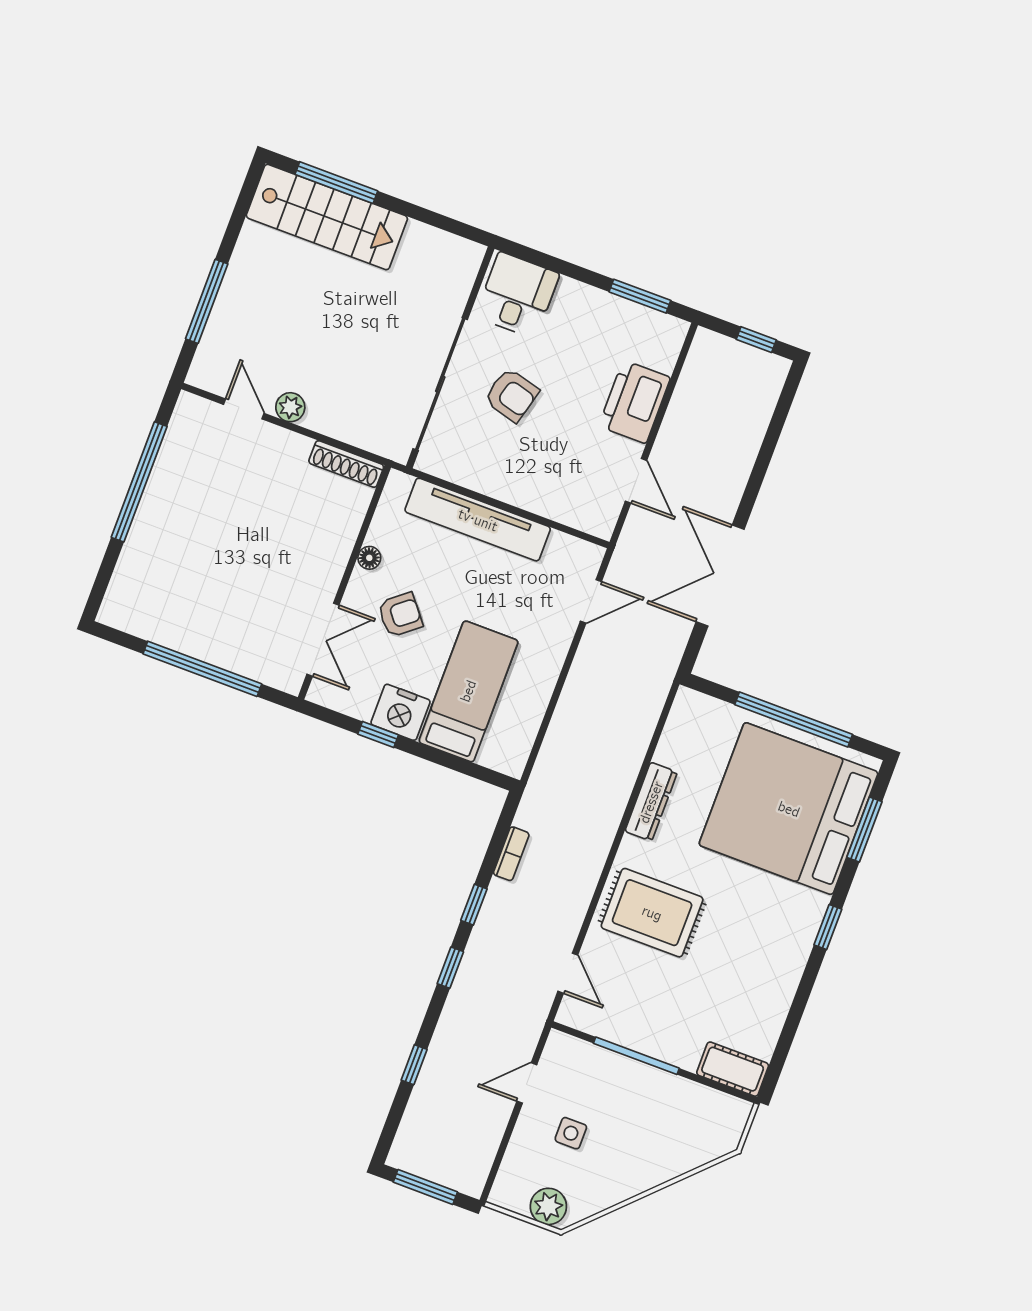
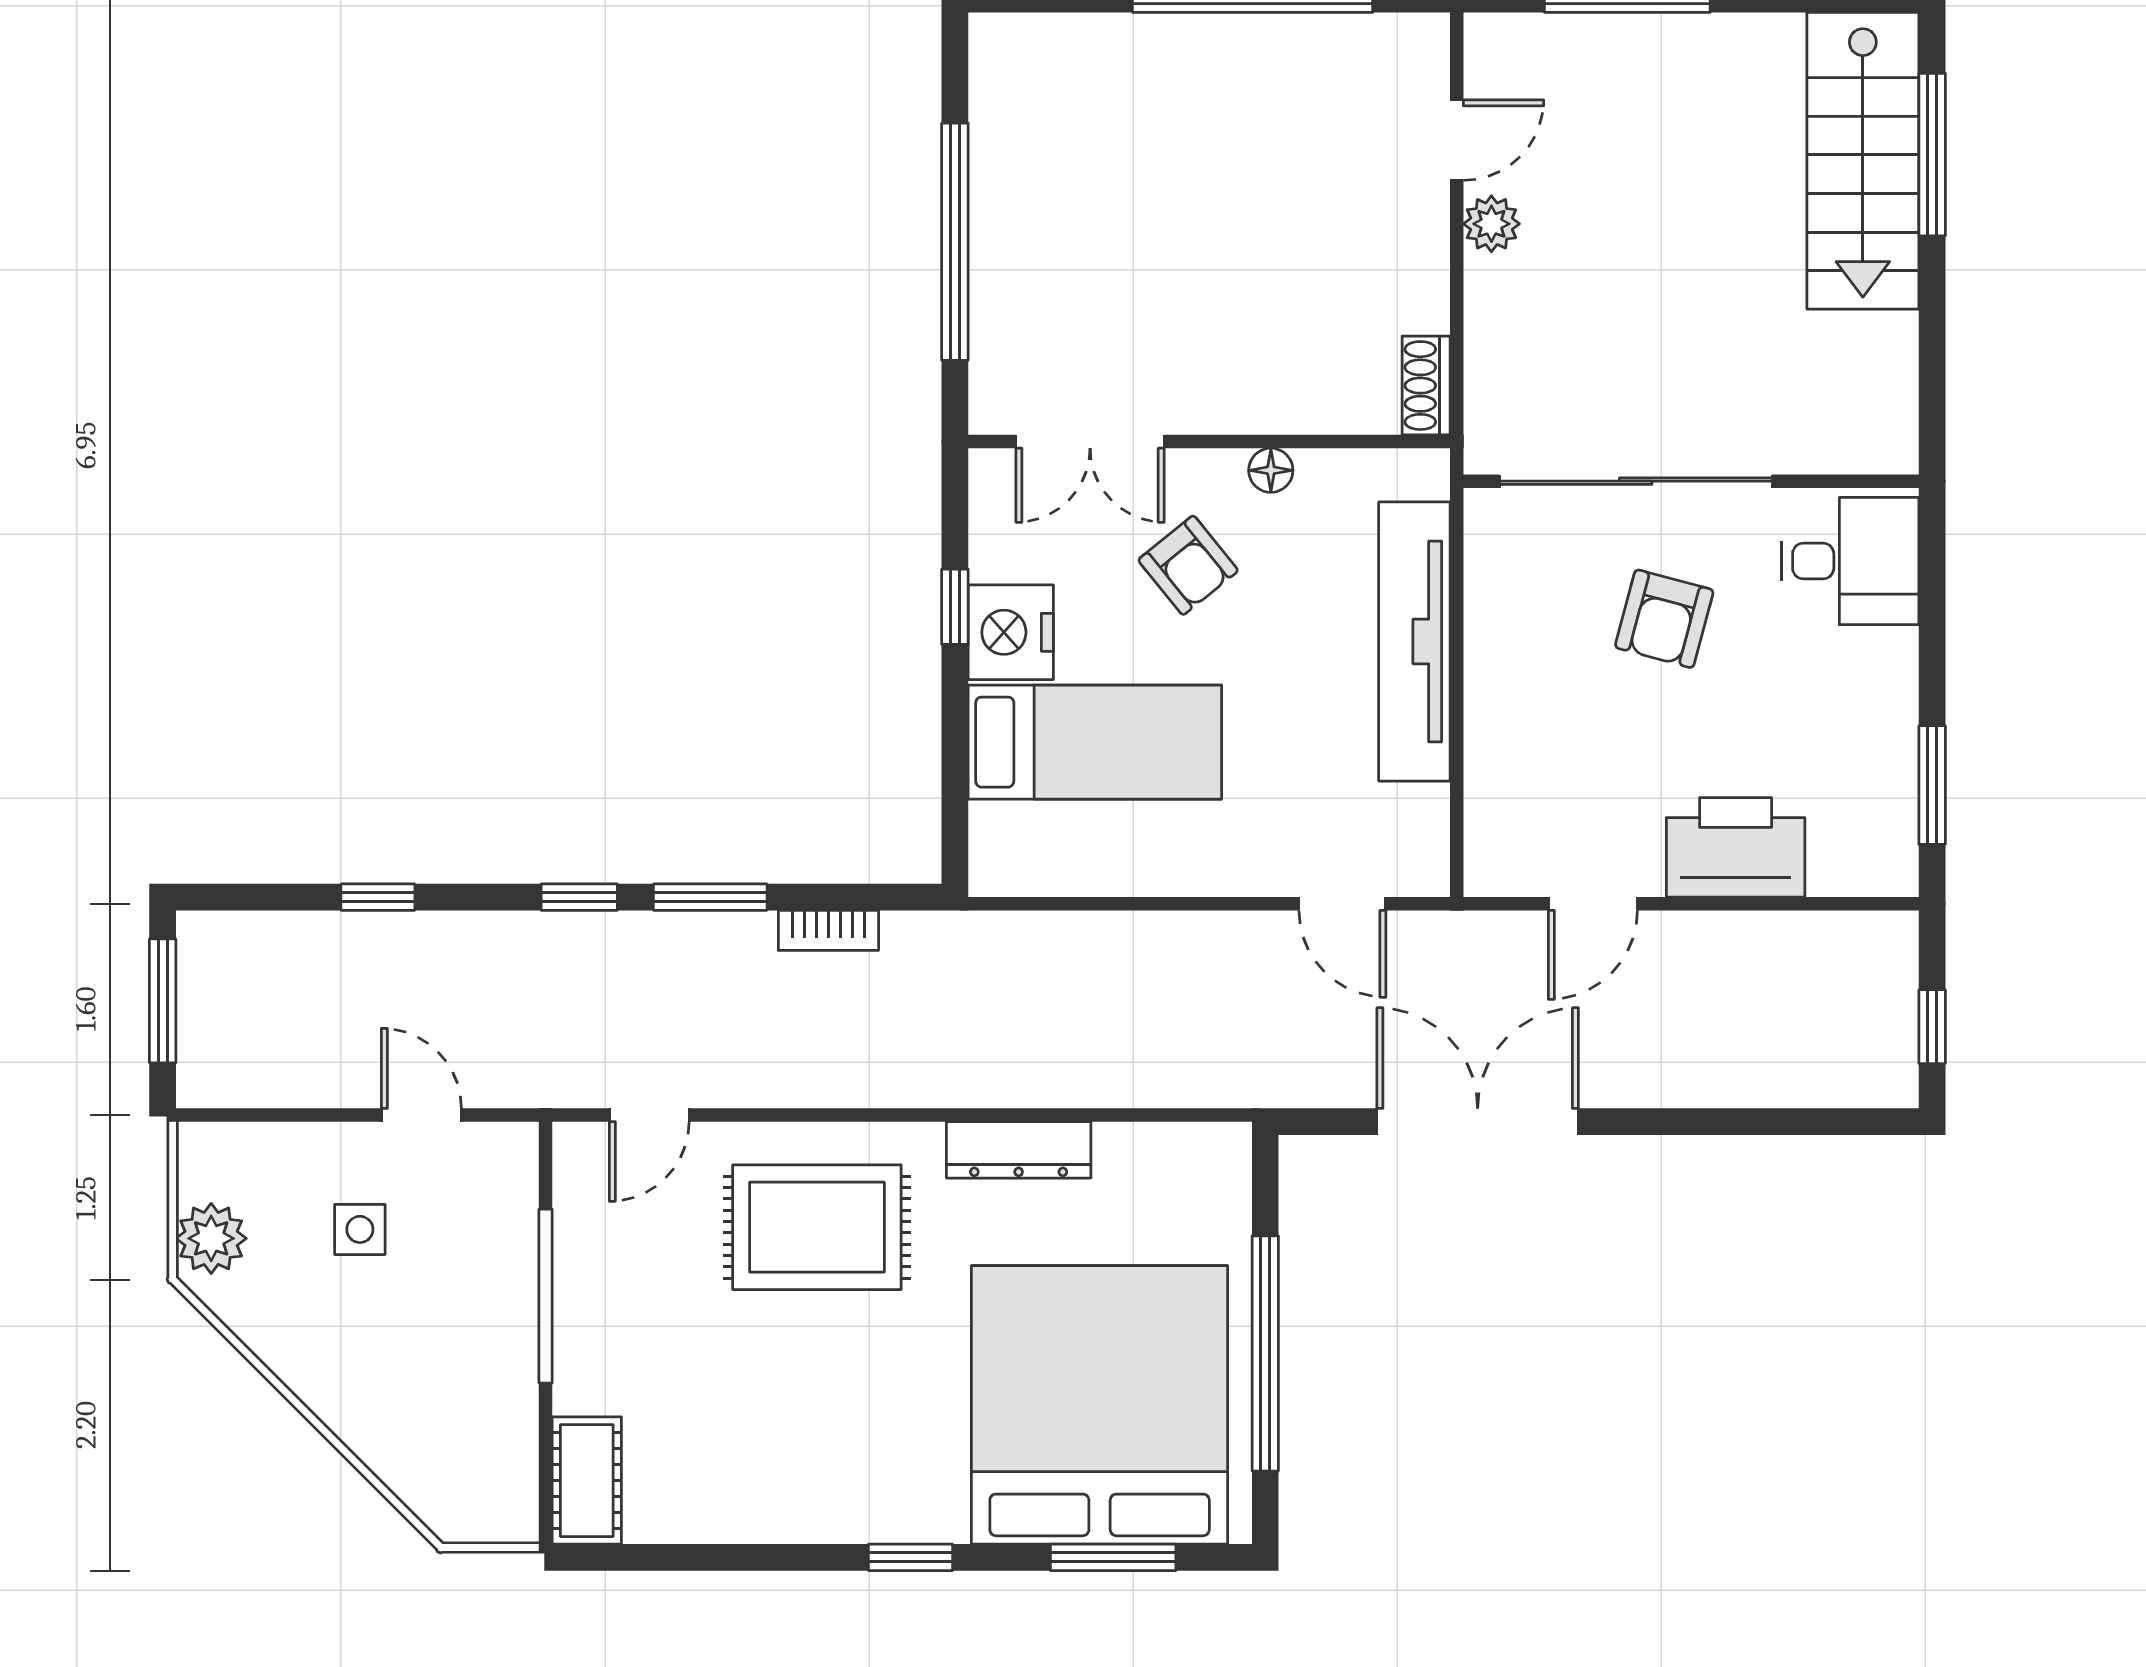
shoe rack: (346, 464) -> (1426, 386), width x0.70
window: (474, 905) -> (710, 897), width x1.50
rug: (652, 913) -> (817, 1227), turned 90

